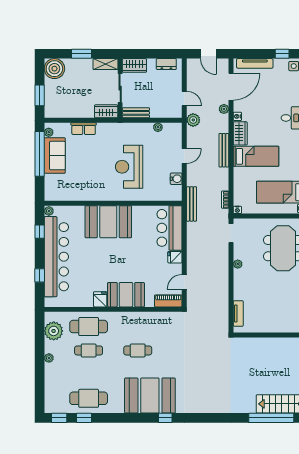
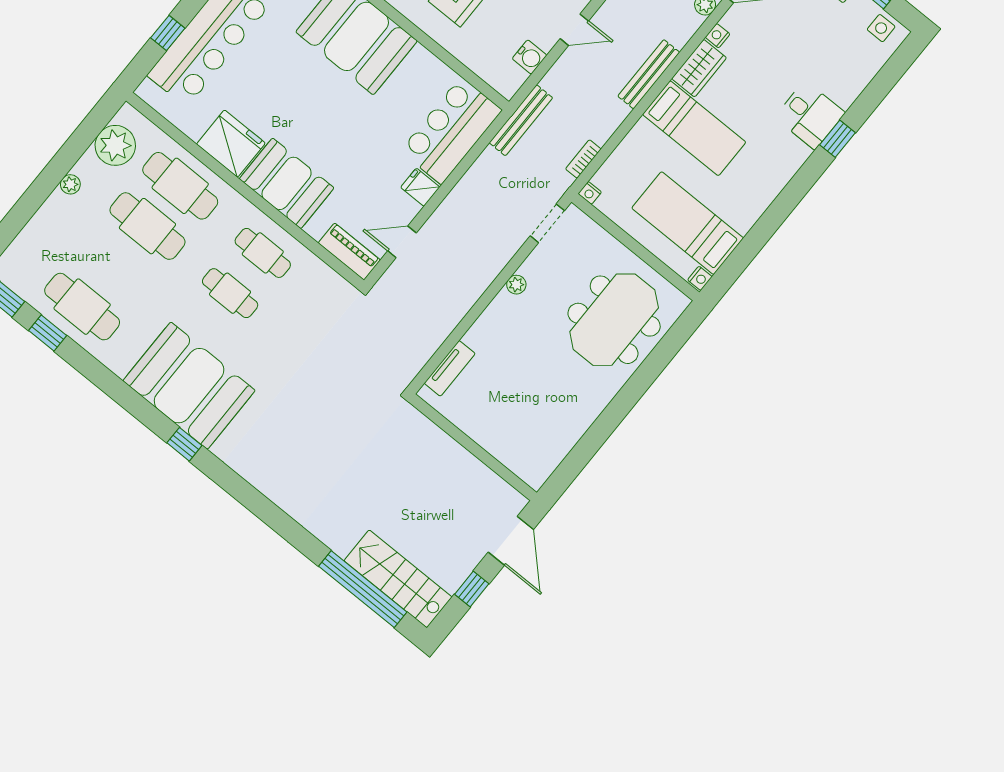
fridge: (100, 299) -> (231, 144), width x1.88, depth x1.34
cafe table: (138, 327) -> (263, 253), added
cafe table: (89, 350) -> (147, 226), width x1.37, depth x1.35

